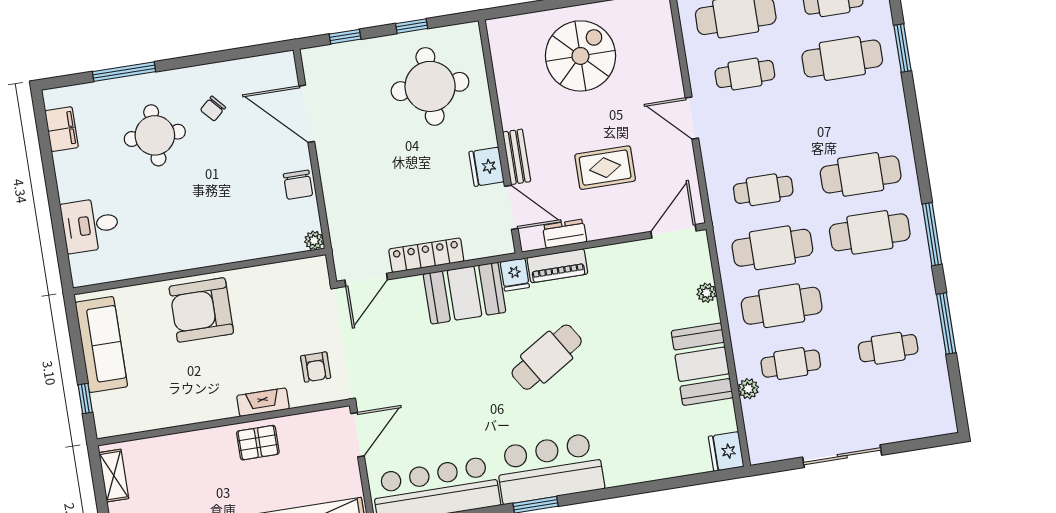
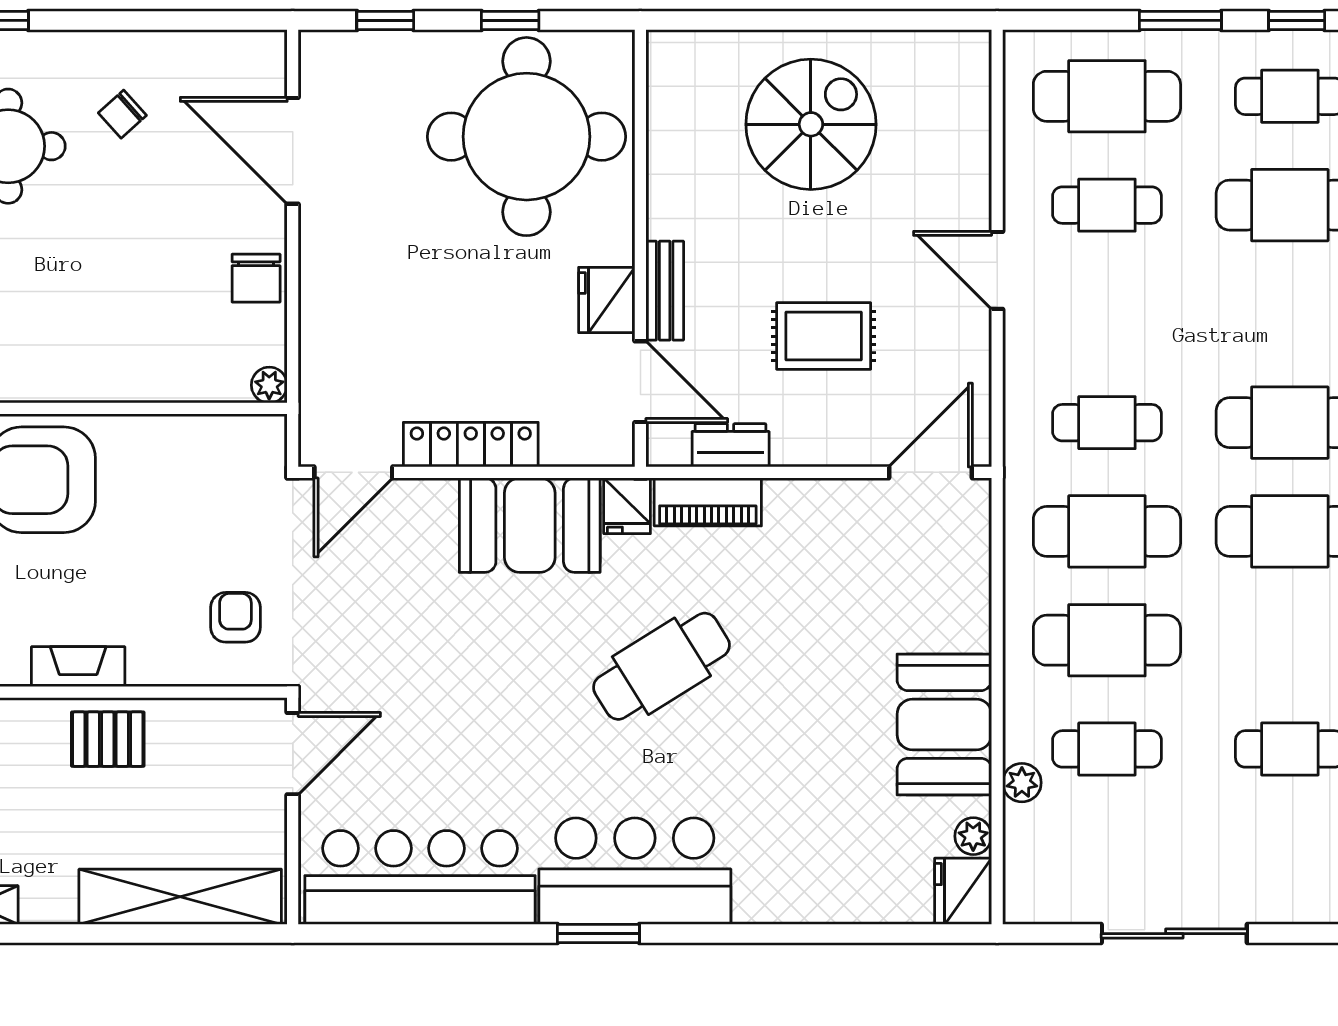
round table: (430, 86) -> (527, 137), width x1.36, depth x1.36
plant: (707, 293) -> (973, 836), moved
armchair: (316, 367) -> (235, 617), turned 180
fireplace: (263, 402) -> (78, 667), moved

